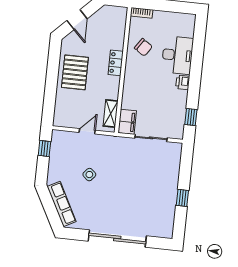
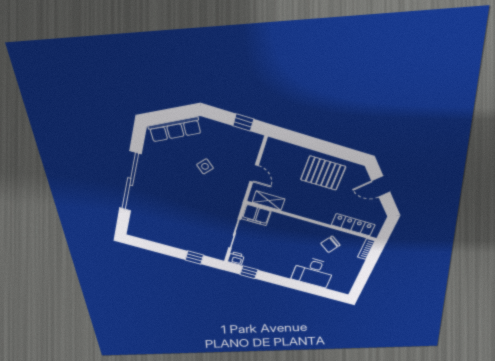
locker: (116, 63) -> (353, 225), moved, width x1.53
printer: (183, 82) -> (236, 258), moved
window: (182, 198) -> (194, 258), moved

